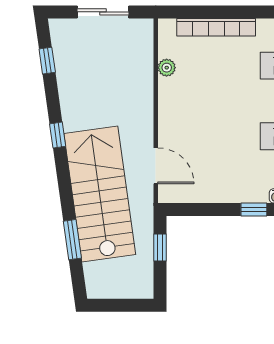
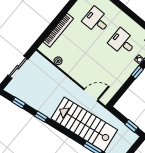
window: (58, 135) -> (41, 117), moved
window: (160, 247) -> (131, 126), moved

